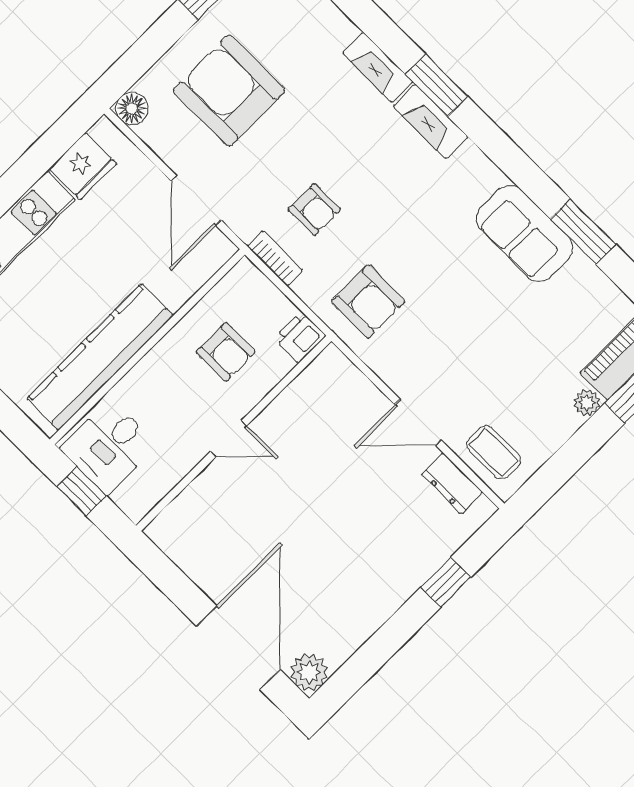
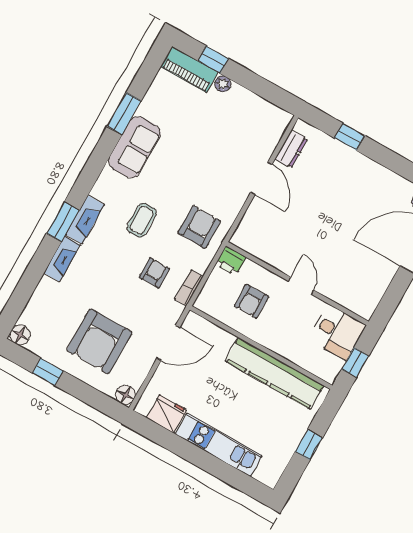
armchair: (226, 352) -> (251, 301), turned 180
desk: (109, 447) -> (337, 332), moved
coffee table: (493, 452) -> (142, 220), moved

